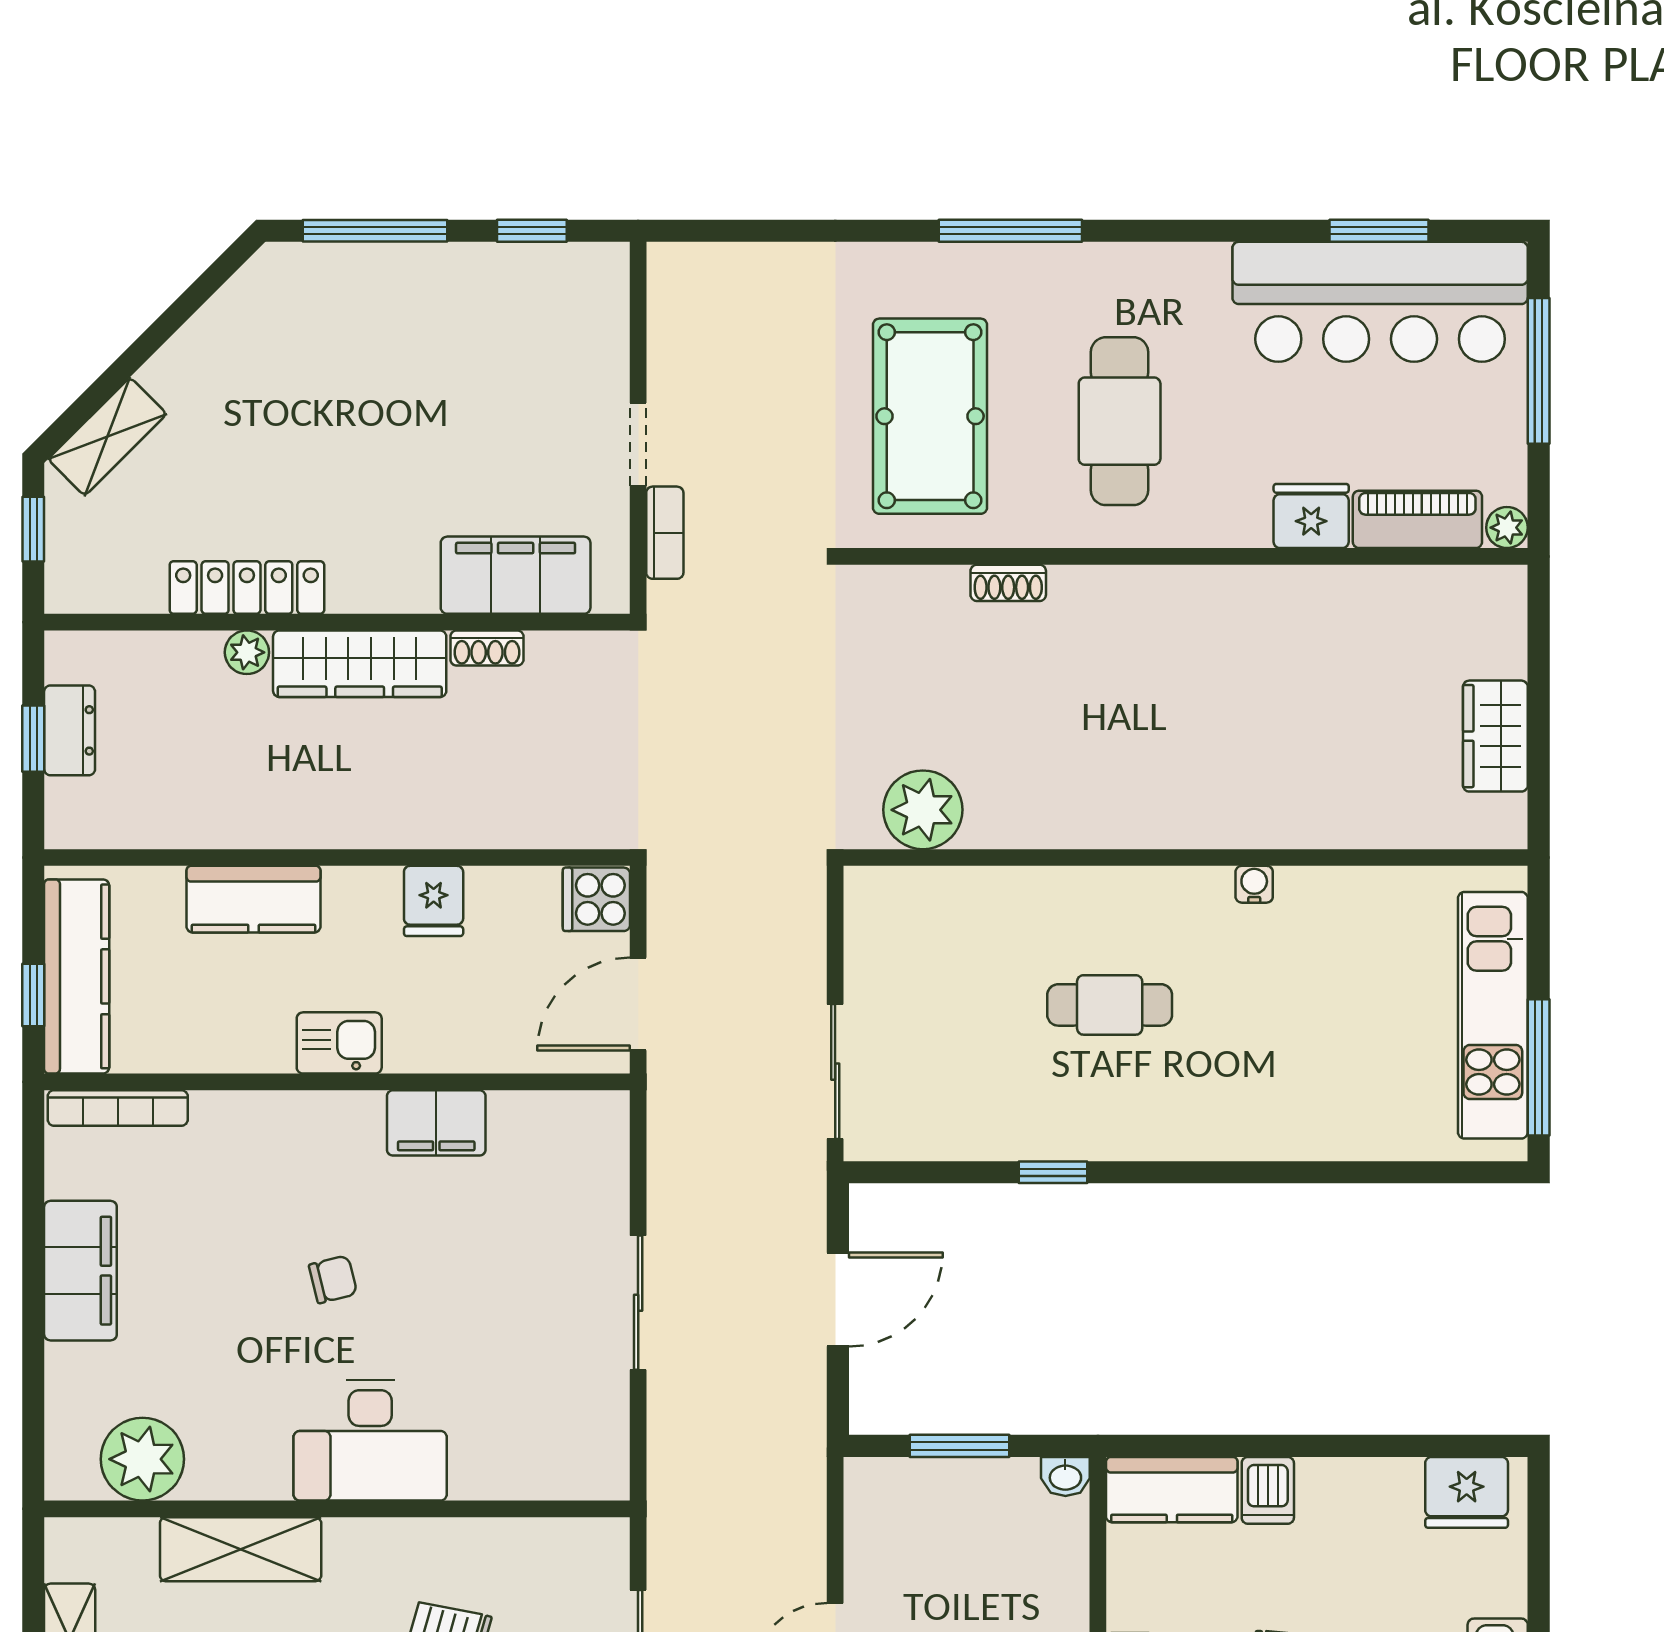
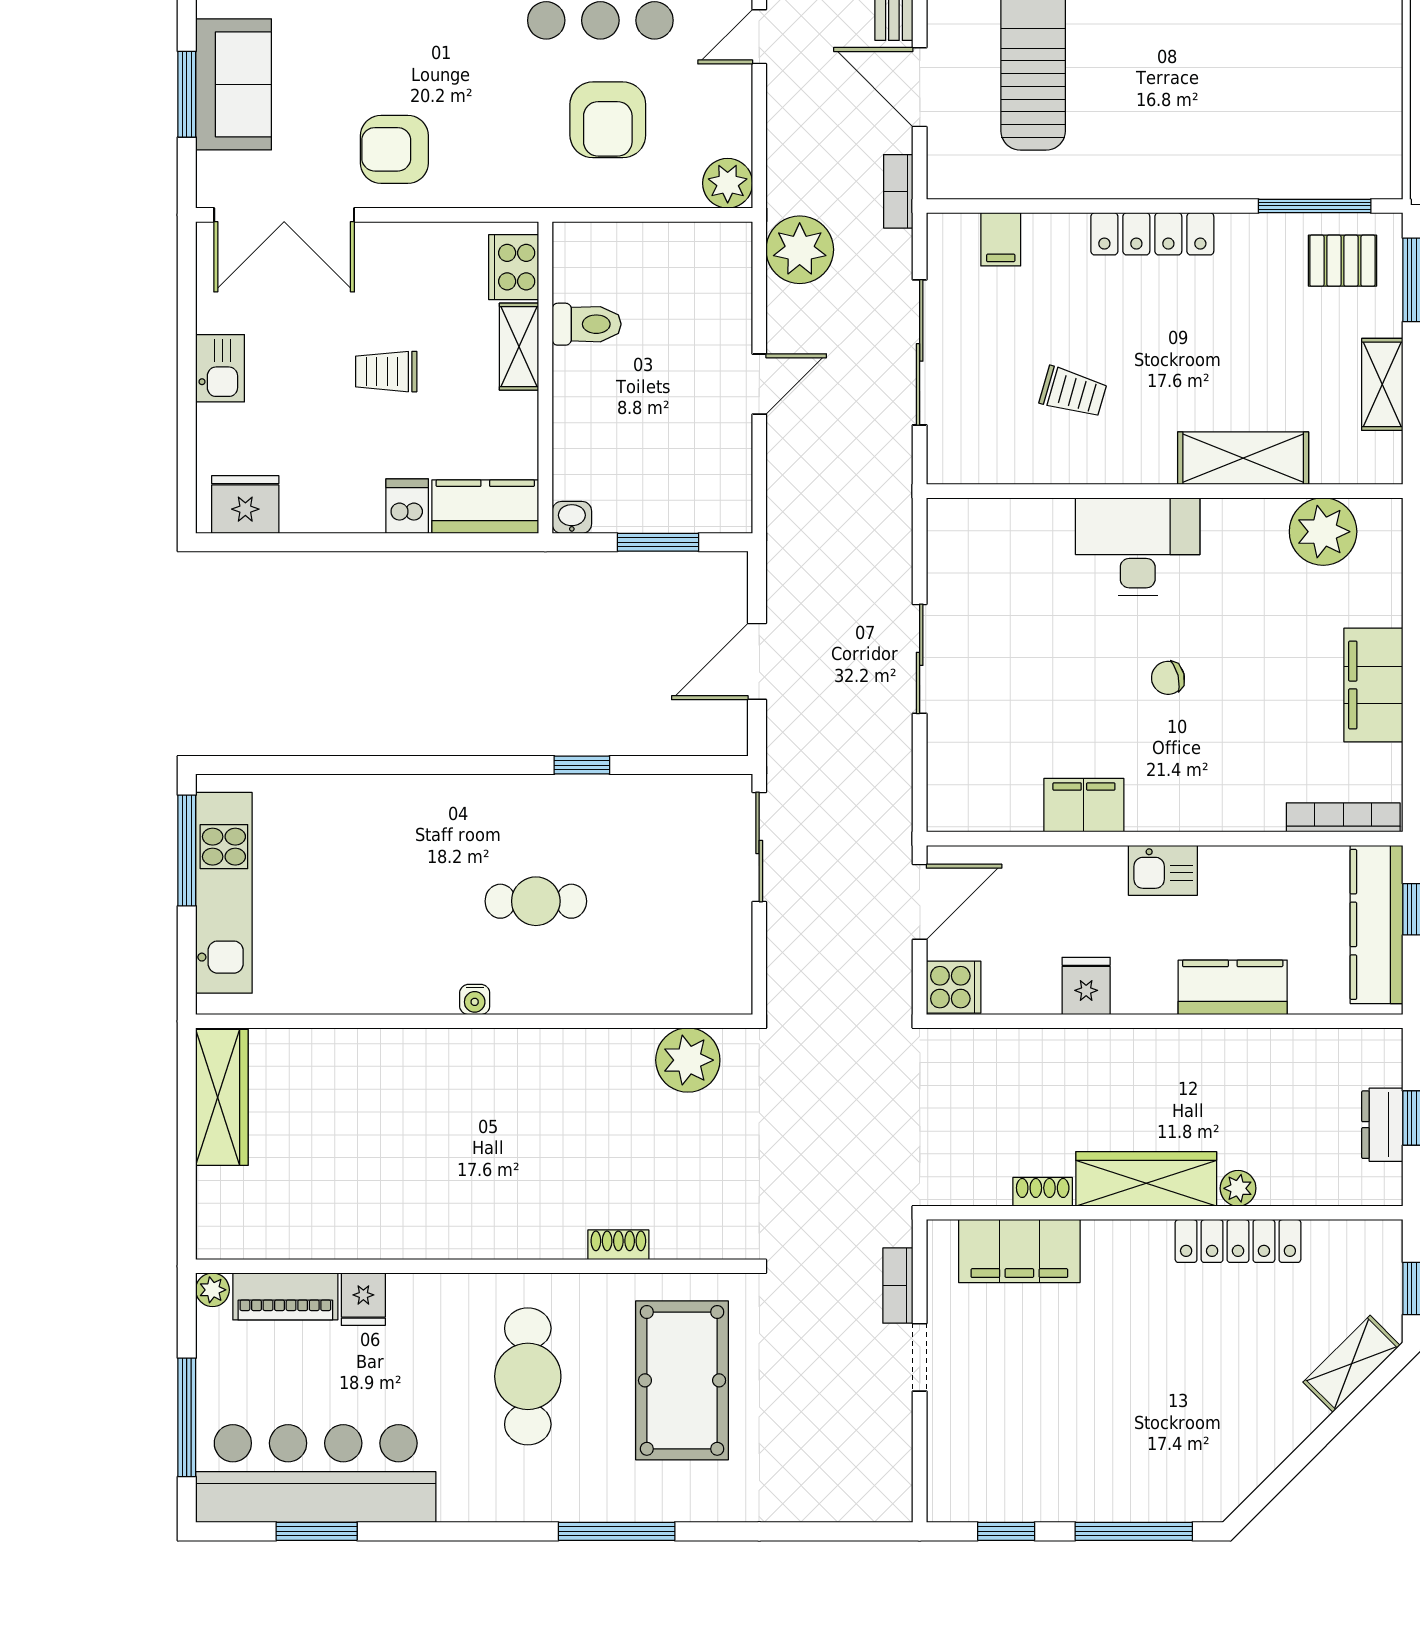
fridge: (1311, 516) -> (363, 1299), width x0.72
wardrobe: (1495, 736) -> (222, 1097), width x1.50
water cooler: (1254, 884) -> (475, 999), moved

